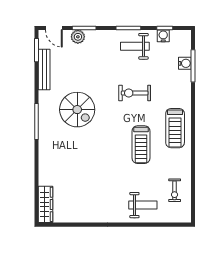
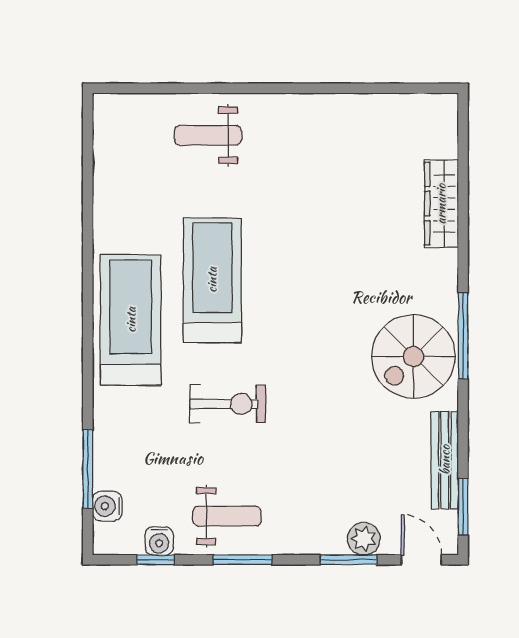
water cooler: (185, 63) -> (107, 506), moved
spiral stairs: (77, 110) -> (413, 356), moved, turned -90
treadmill: (175, 128) -> (131, 320), width x1.37, depth x1.38
treadmill: (141, 145) -> (212, 280), width x1.37, depth x1.38
exercise bike: (175, 190) -> (132, 171), removed
wardrobe: (45, 204) -> (441, 204), moved

